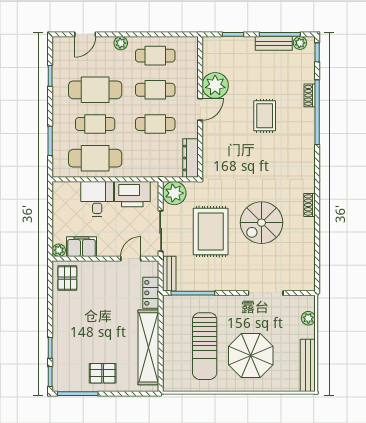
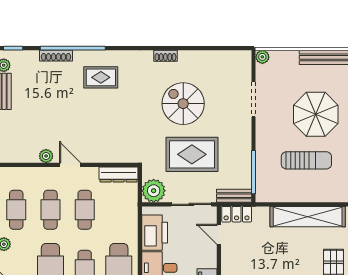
plant: (215, 85) -> (46, 156), width x0.53, depth x0.53
shoe rack: (310, 95) -> (56, 56), width x1.43
rug: (265, 116) -> (101, 77), moved
spiral stairs: (262, 223) -> (183, 104), turned 180
locker: (151, 293) -> (237, 214), moved
plant: (308, 318) -> (262, 57), moved
sun lounger: (205, 346) -> (306, 160), width x0.73, depth x0.75

